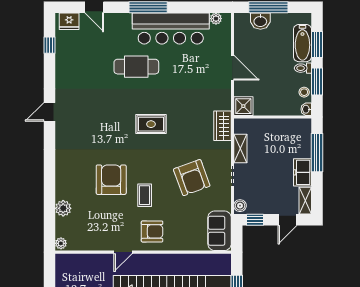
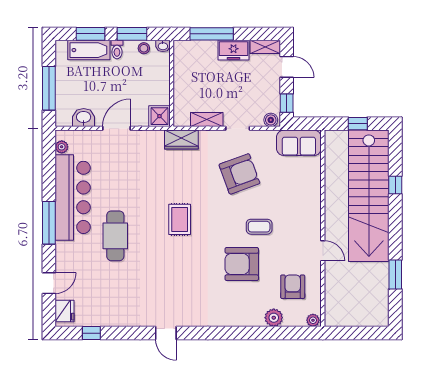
washbasin: (260, 21) -> (84, 118), moved, turned -90
armchair: (152, 231) -> (293, 287), moved

